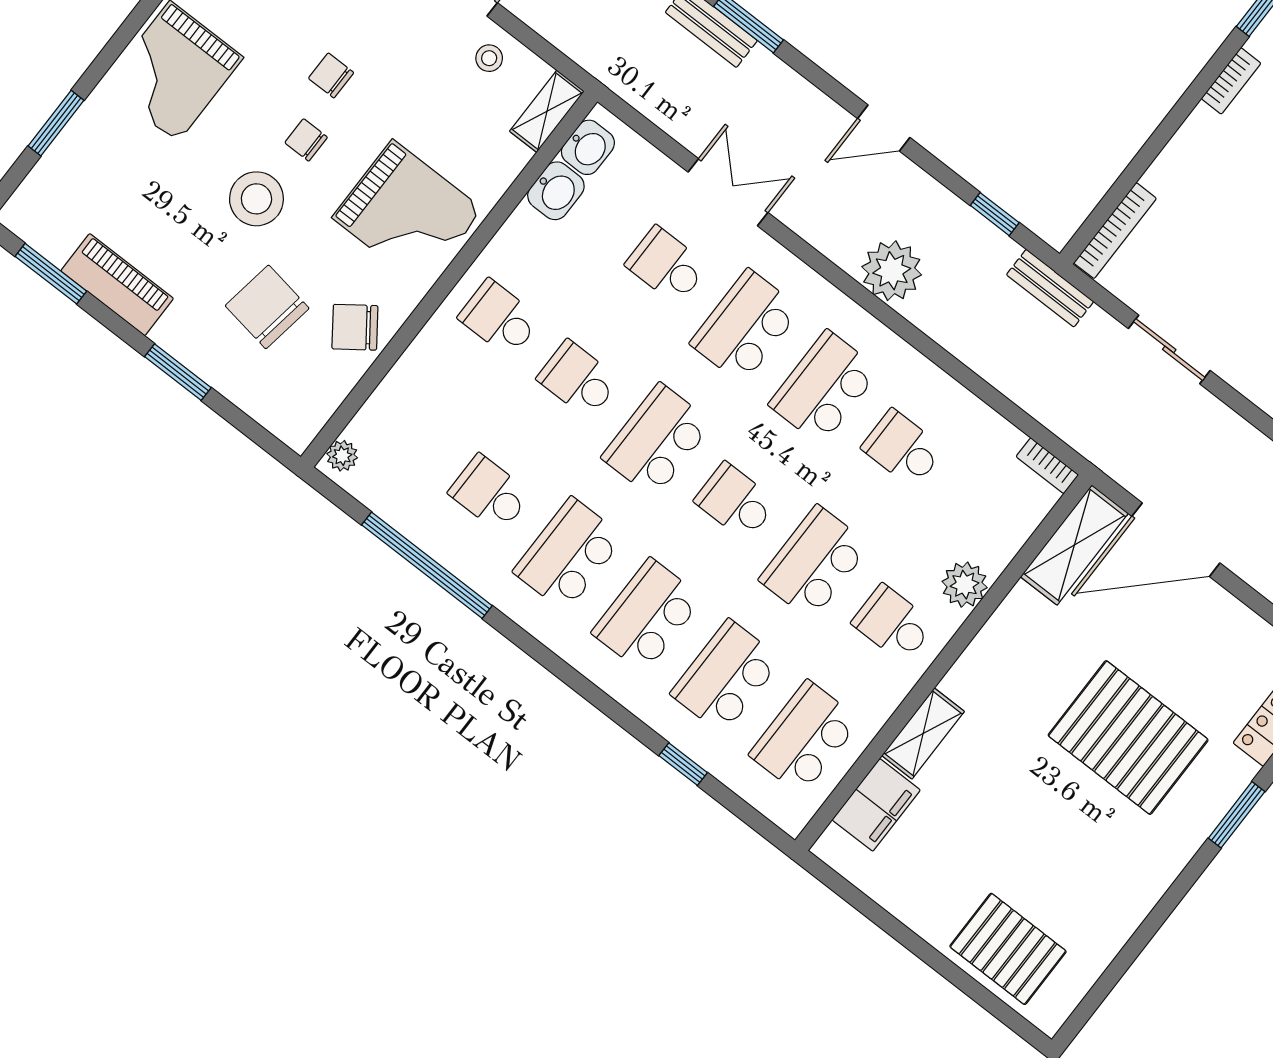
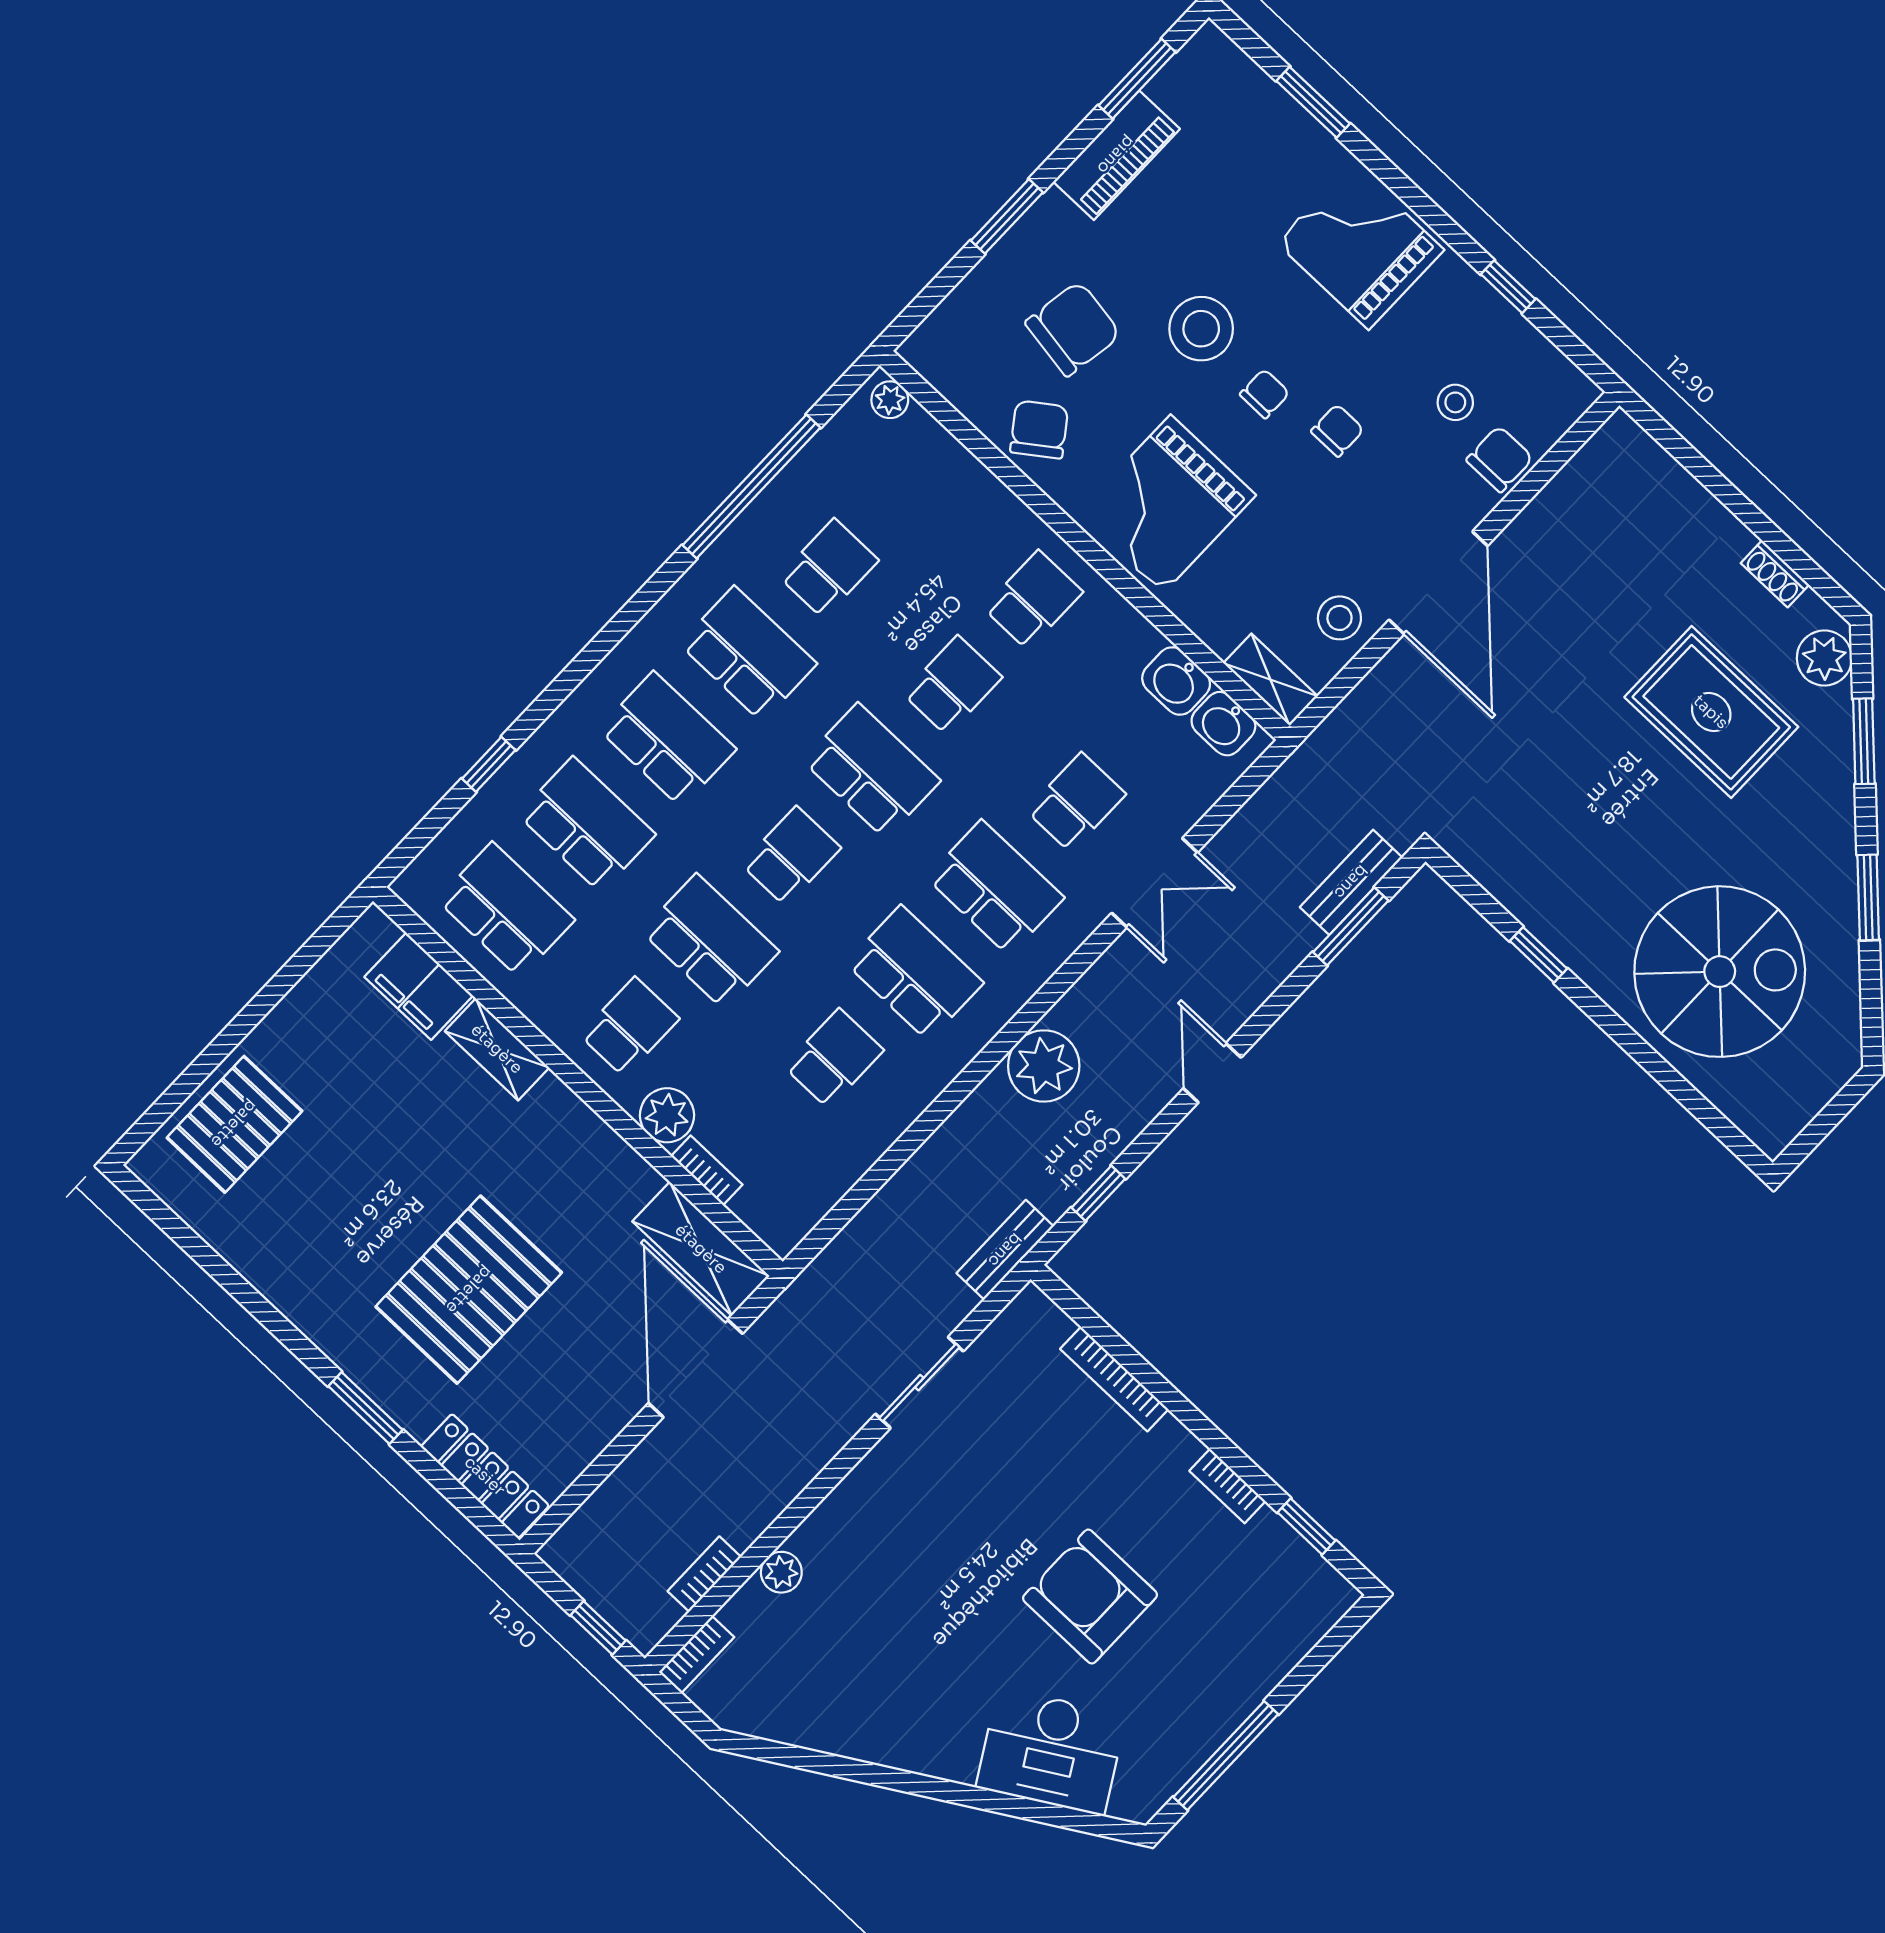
stool: (489, 58) -> (1339, 618), width x1.37, depth x1.37
bookcase: (1115, 231) -> (1114, 1379), moved
bookcase: (1047, 466) -> (707, 1170), moved, turned 90

